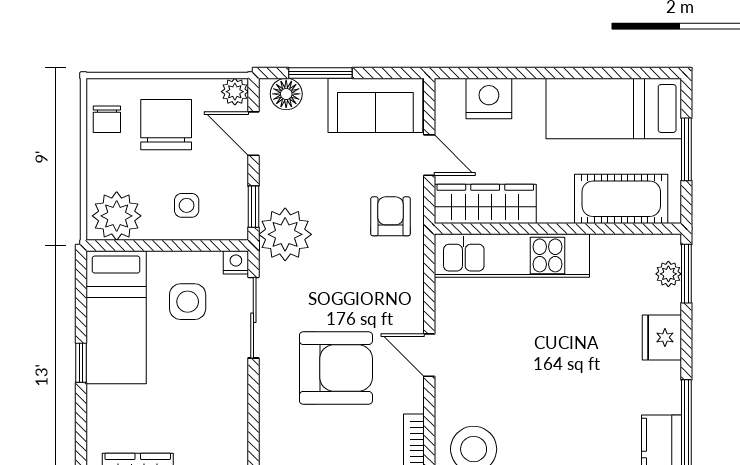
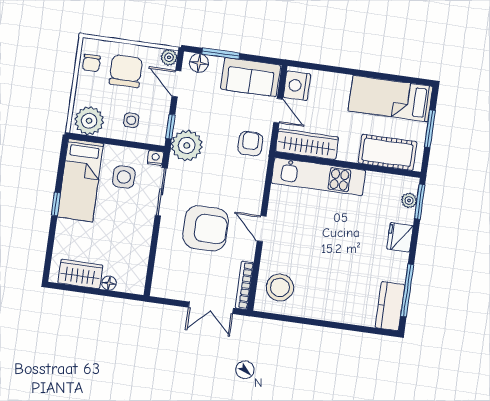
nightstand: (489, 98) -> (297, 86), moved, turned -90

